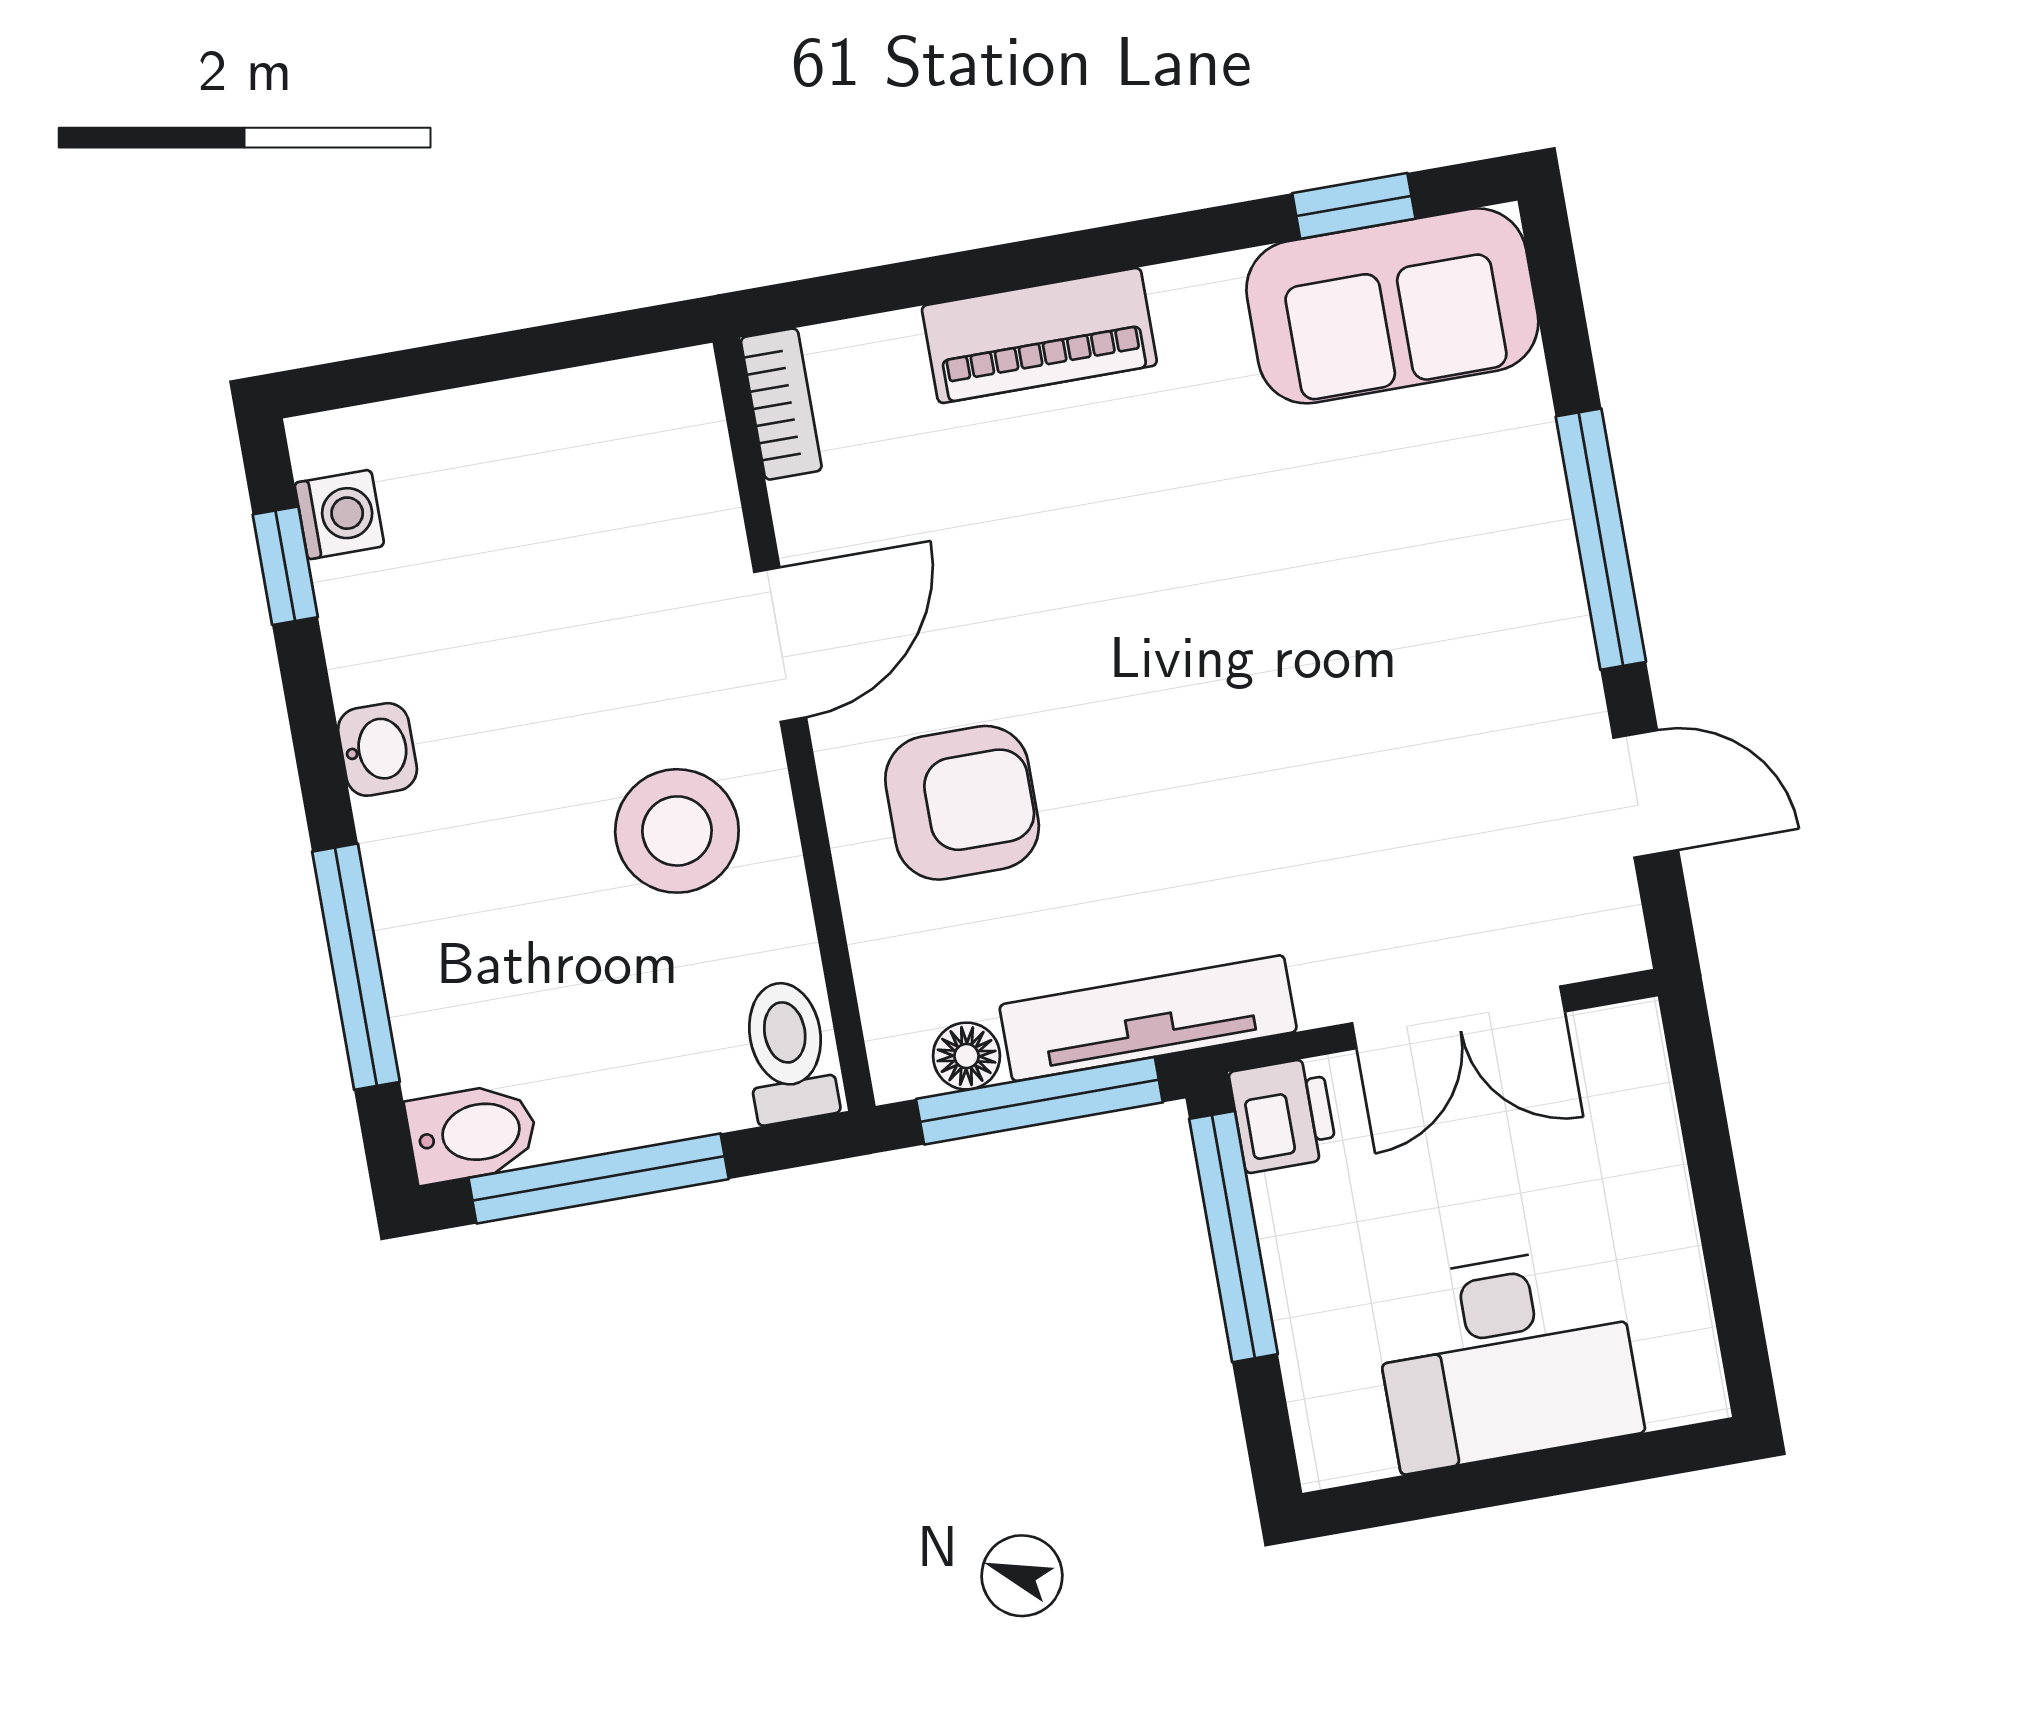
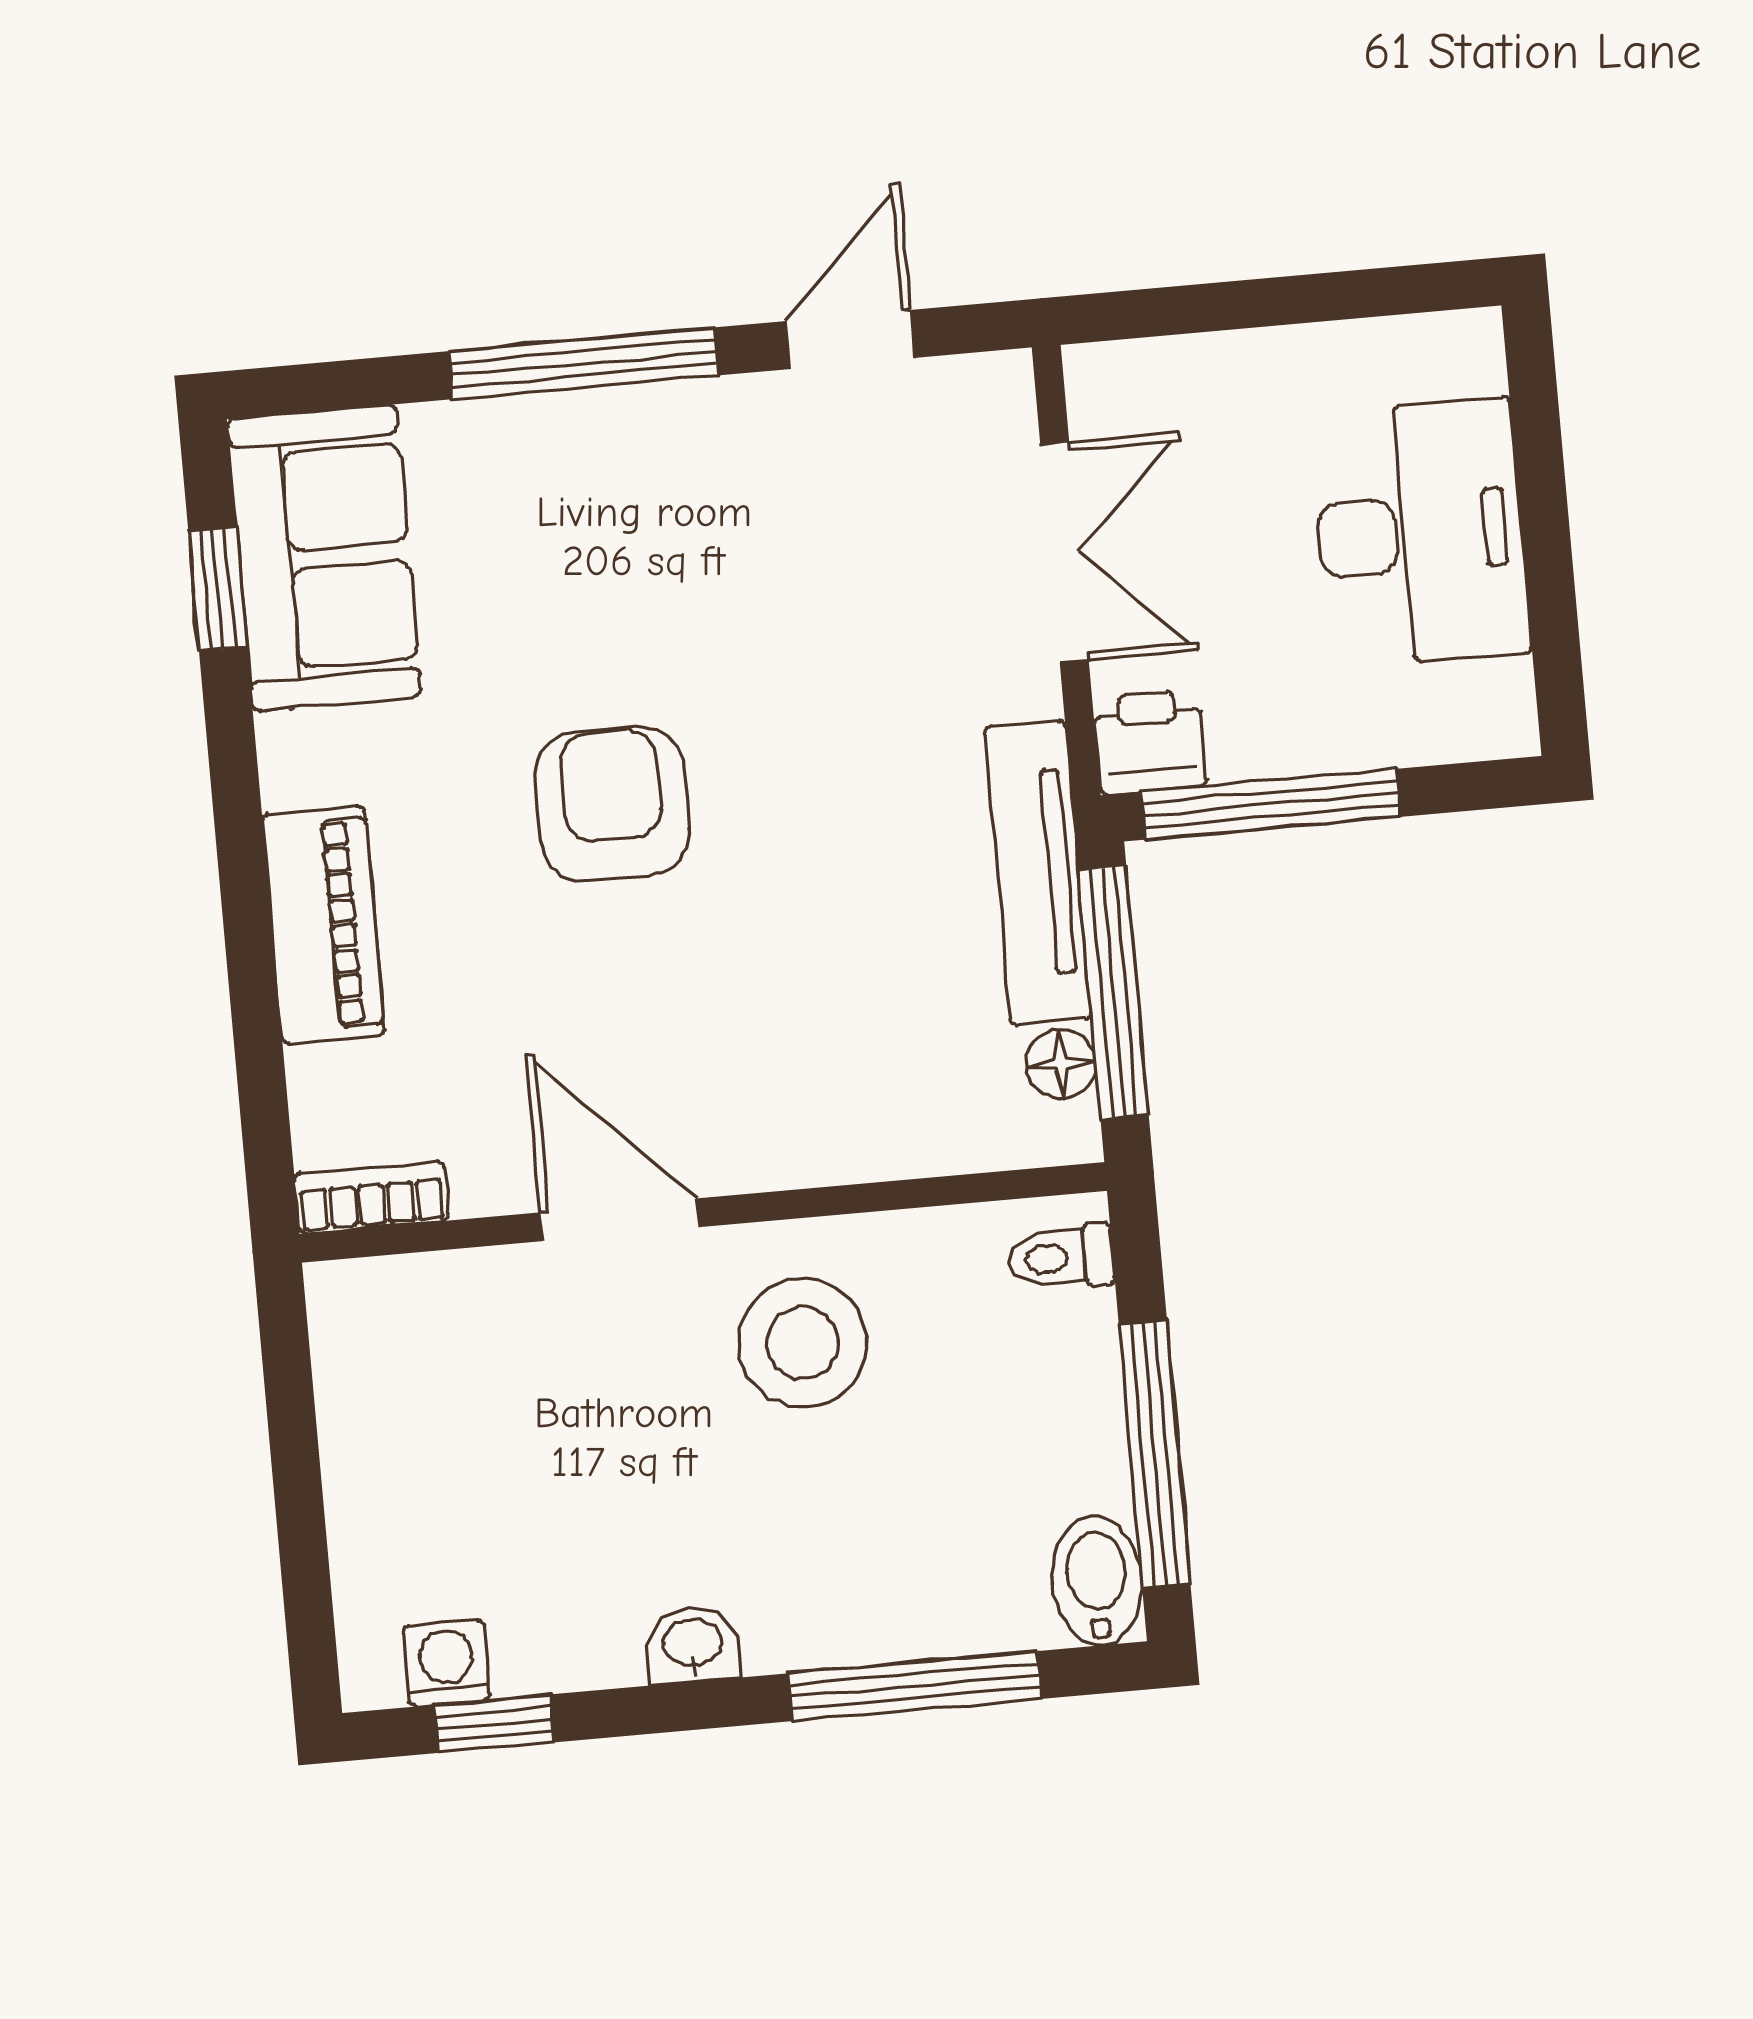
armchair: (962, 803) -> (612, 804), moved
toilet: (788, 1051) -> (1061, 1257), width x0.73, depth x0.72

